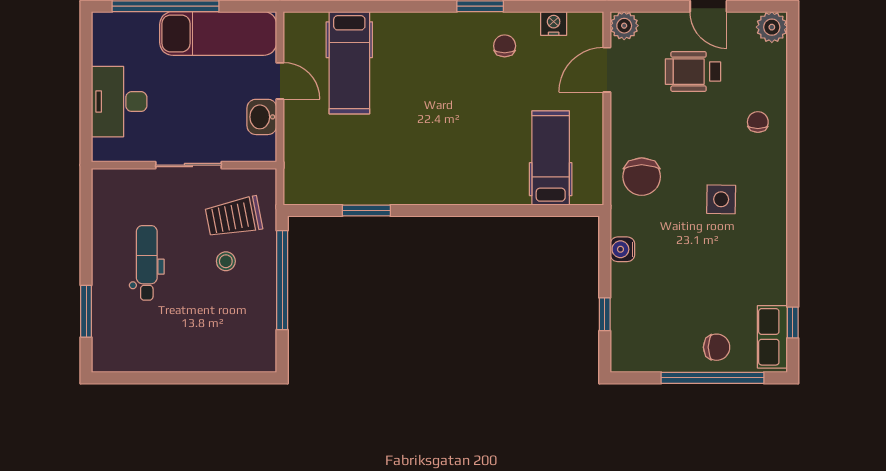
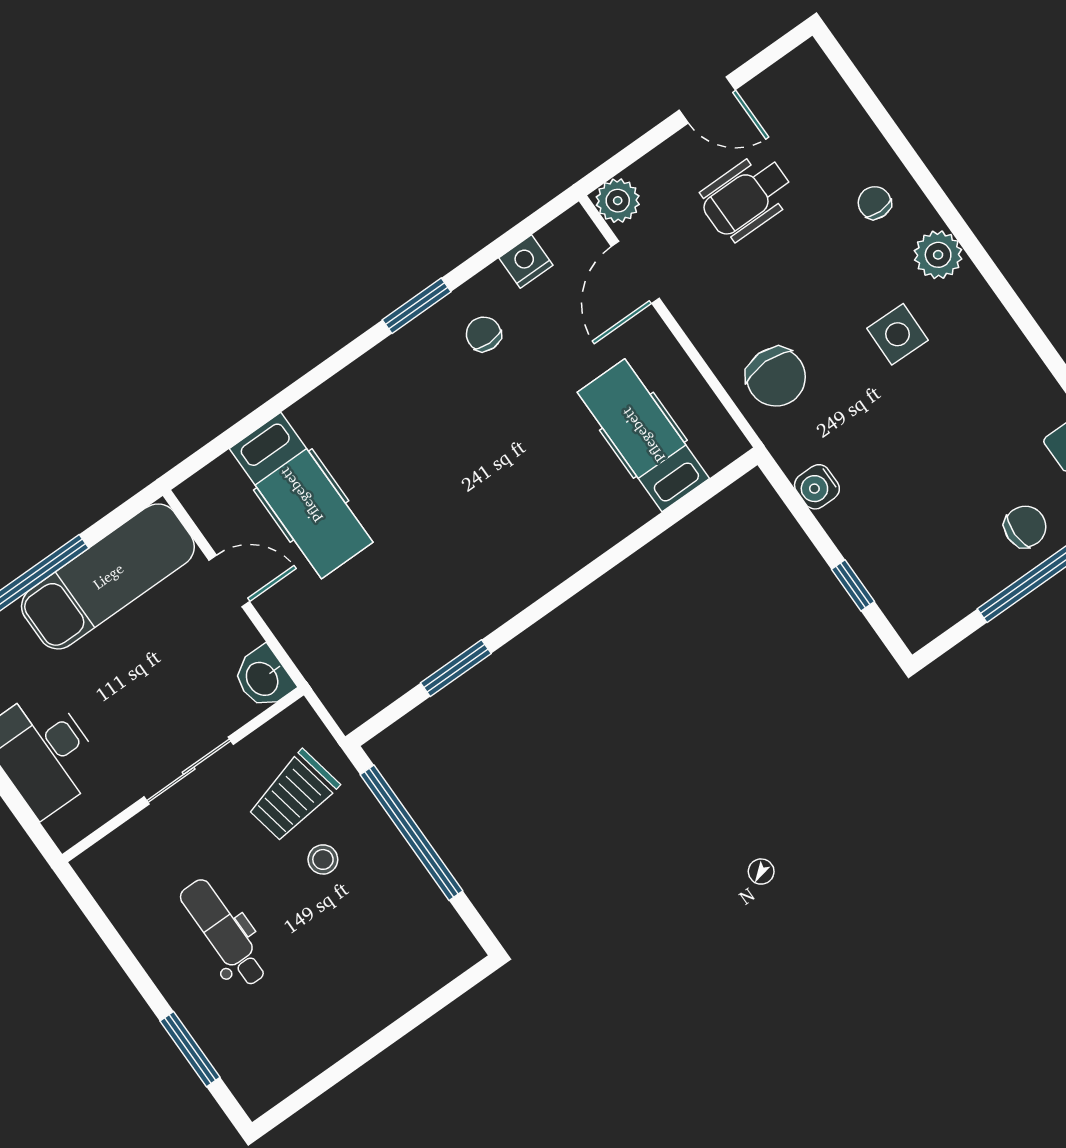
plant: (772, 27) -> (938, 255), moved
washbasin: (262, 117) -> (263, 678), moved

